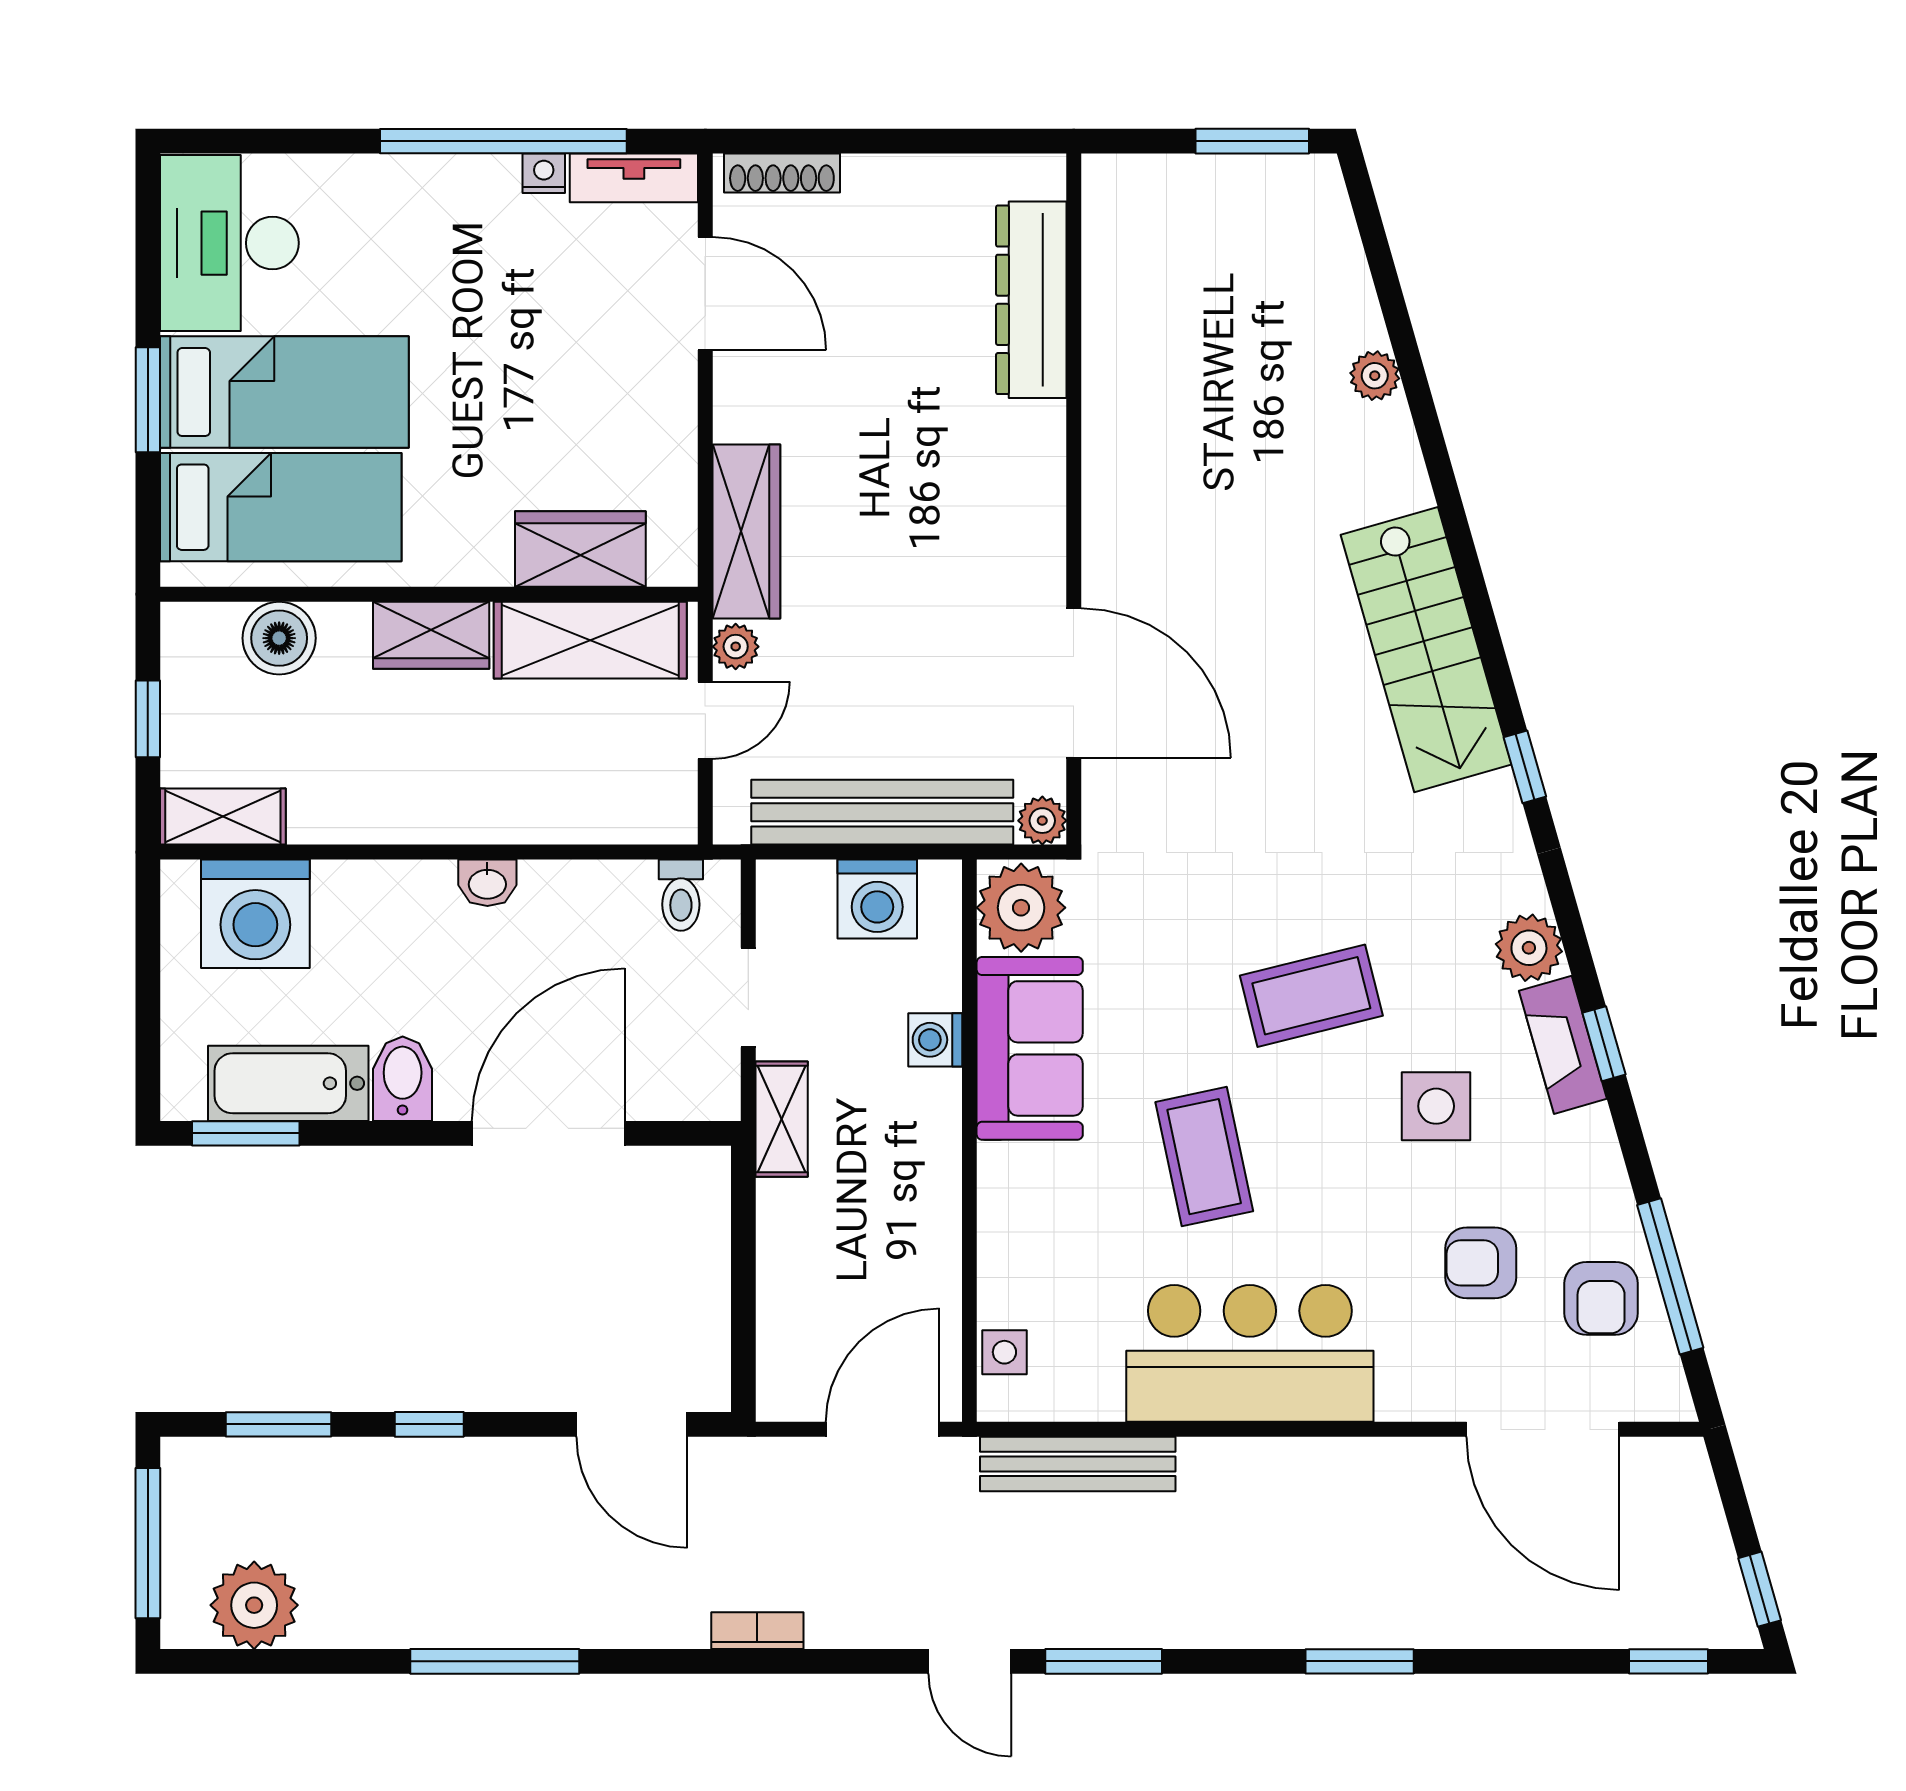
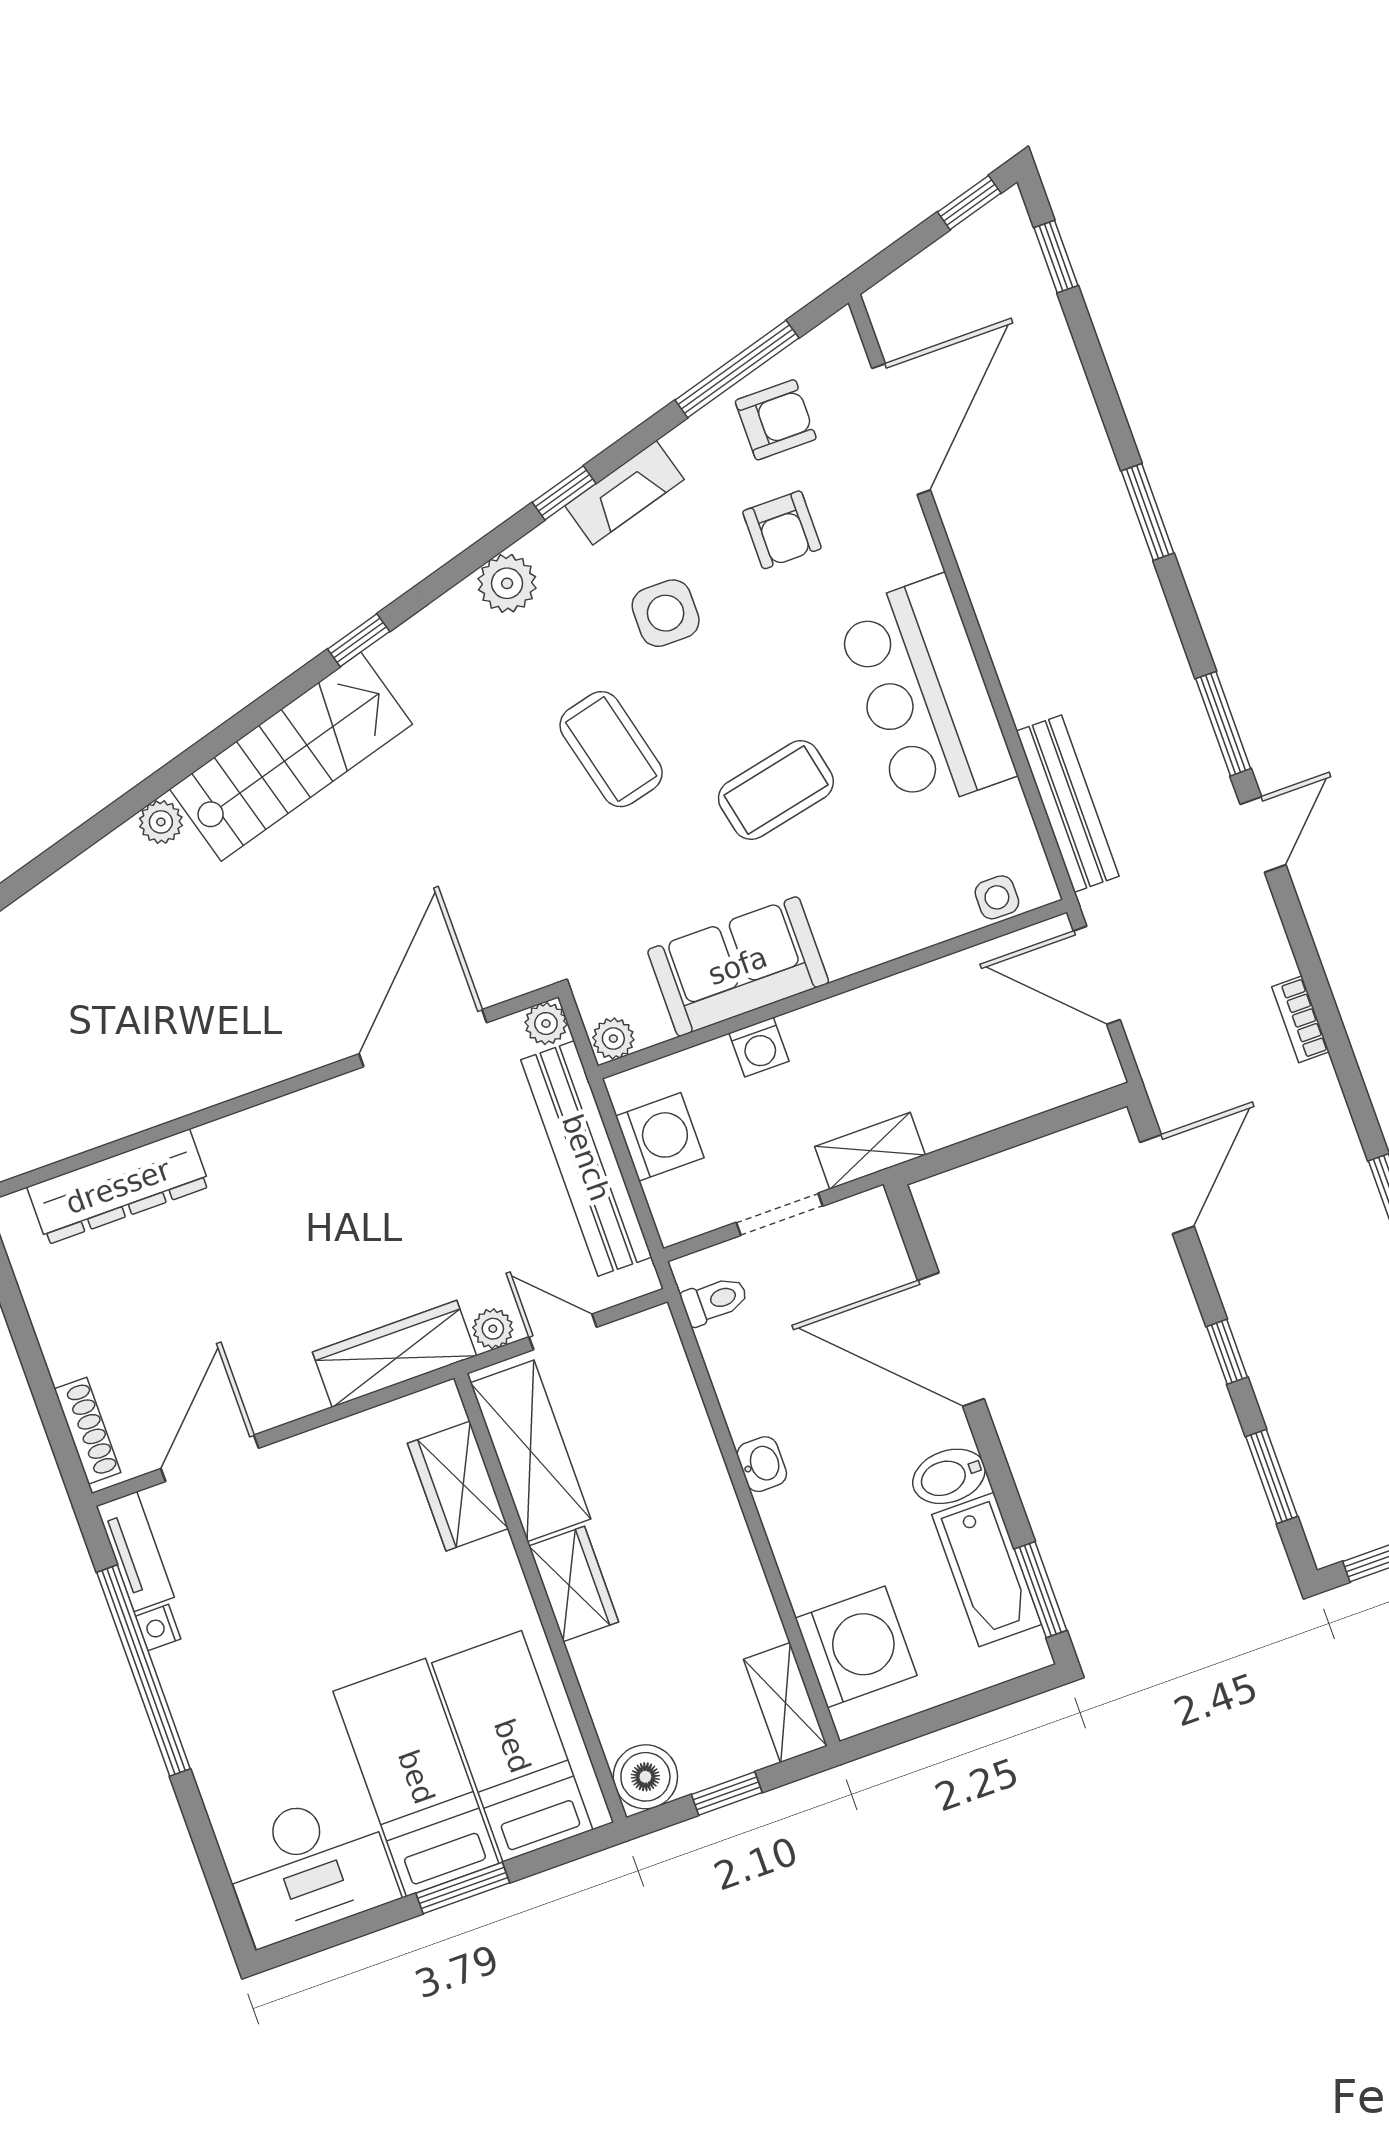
plant: (1375, 376) -> (161, 822), moved
boiler: (279, 638) -> (645, 1777), moved
plant: (1021, 908) -> (613, 1039), width x0.53, depth x0.53
fireplace: (1563, 1045) -> (624, 493), moved

